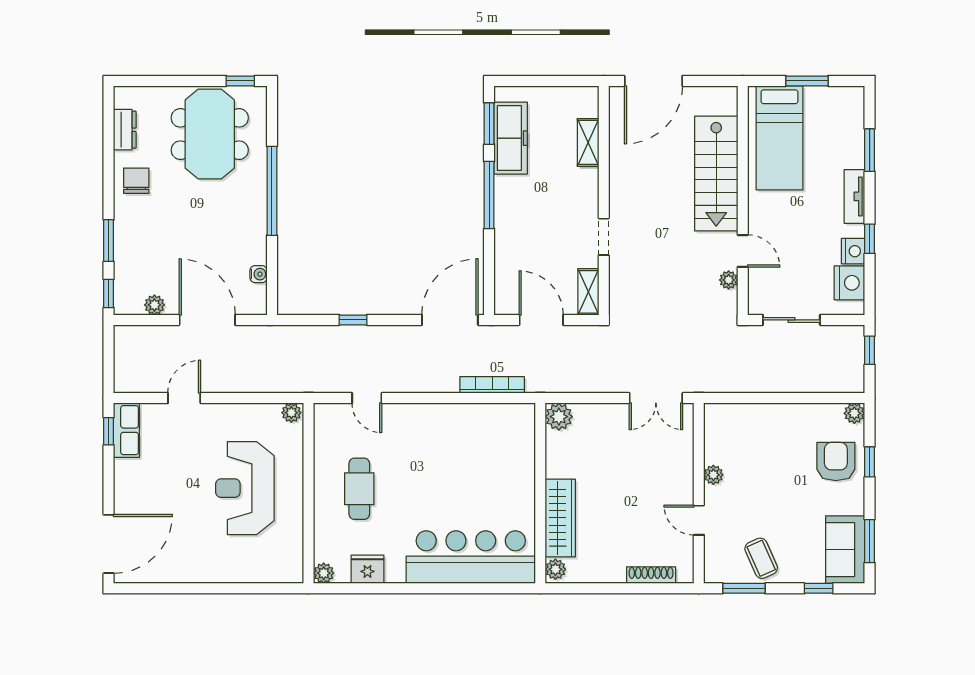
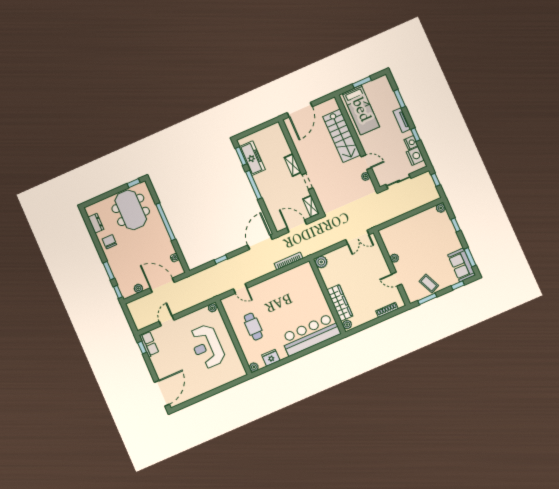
shelving: (588, 142) -> (293, 165), moved
armchair: (836, 462) -> (442, 231), removed

